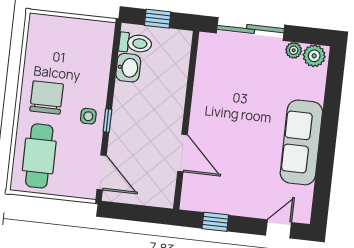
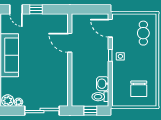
chair: (47, 97) -> (139, 89), moved
cafe table: (39, 156) -> (143, 33), width x0.73, depth x0.74
window: (215, 222) -> (36, 9), moved
door: (279, 229) -> (16, 9), hinge flipped

